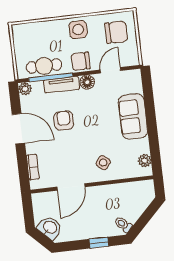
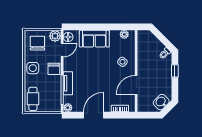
plant: (130, 57) -> (55, 36), added
cafe table: (44, 66) -> (33, 99), moved
door: (110, 70) -> (62, 50), swing flipped
floor lamp: (87, 82) -> (68, 37), moved
armchair: (64, 121) -> (92, 85), removed
door: (71, 187) -> (136, 85), swing flipped

